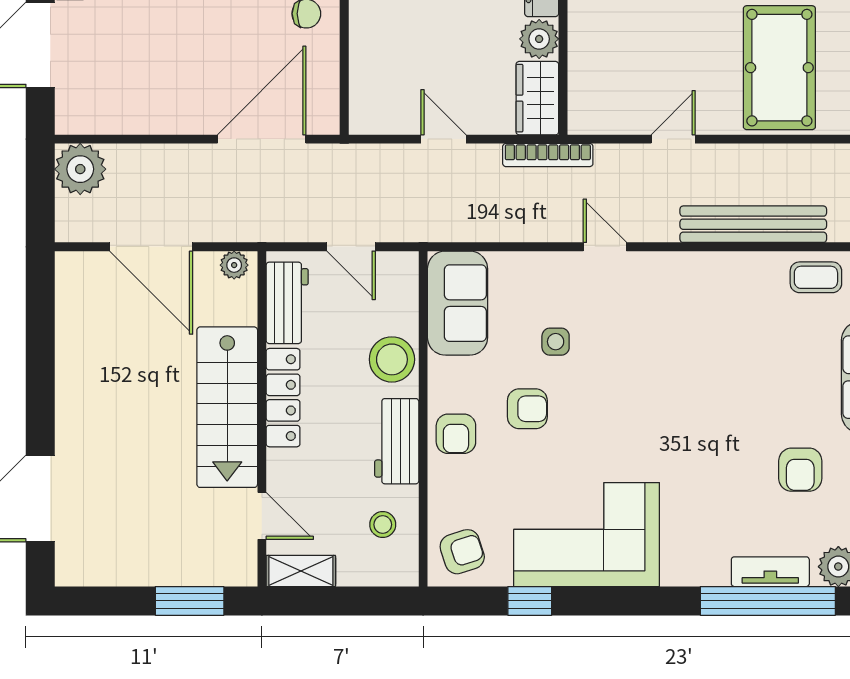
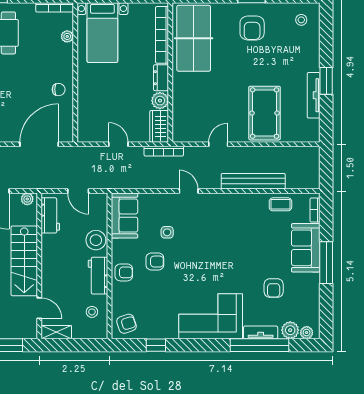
locker: (283, 398) -> (49, 257), removed
armchair: (456, 434) -> (124, 272), turned -90
corner sofa: (587, 535) -> (211, 316), moved

